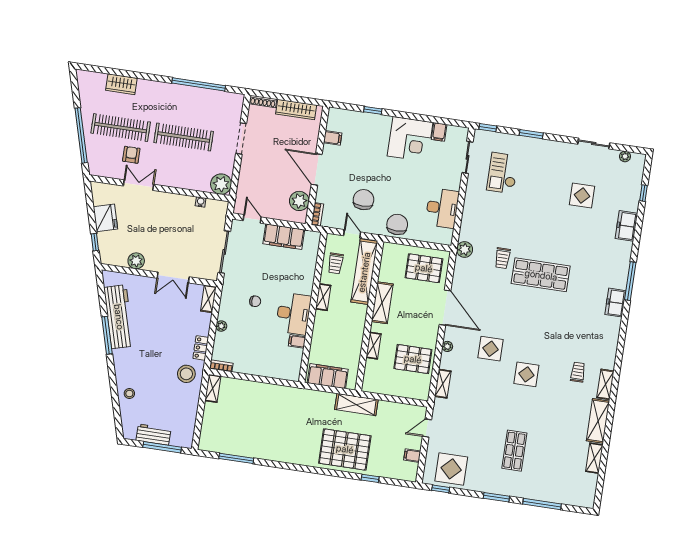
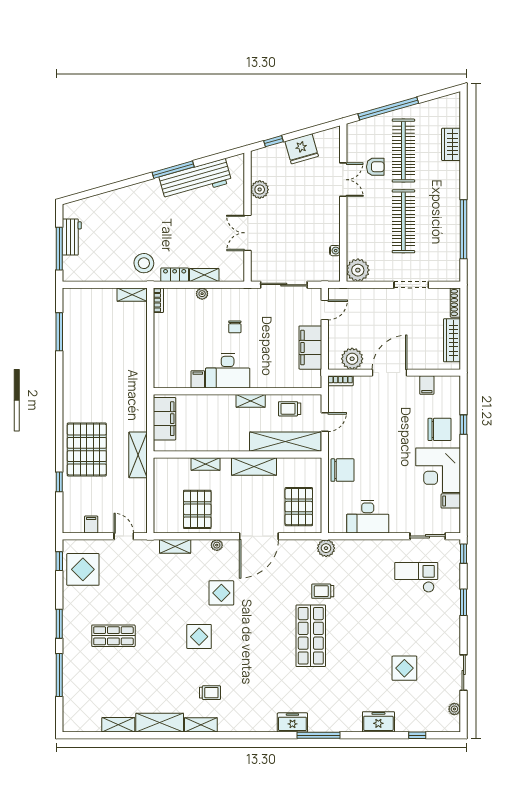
chair: (364, 200) -> (440, 429), moved
shelving: (208, 299) -> (204, 275), moved
stool: (129, 394) -> (113, 204), removed

